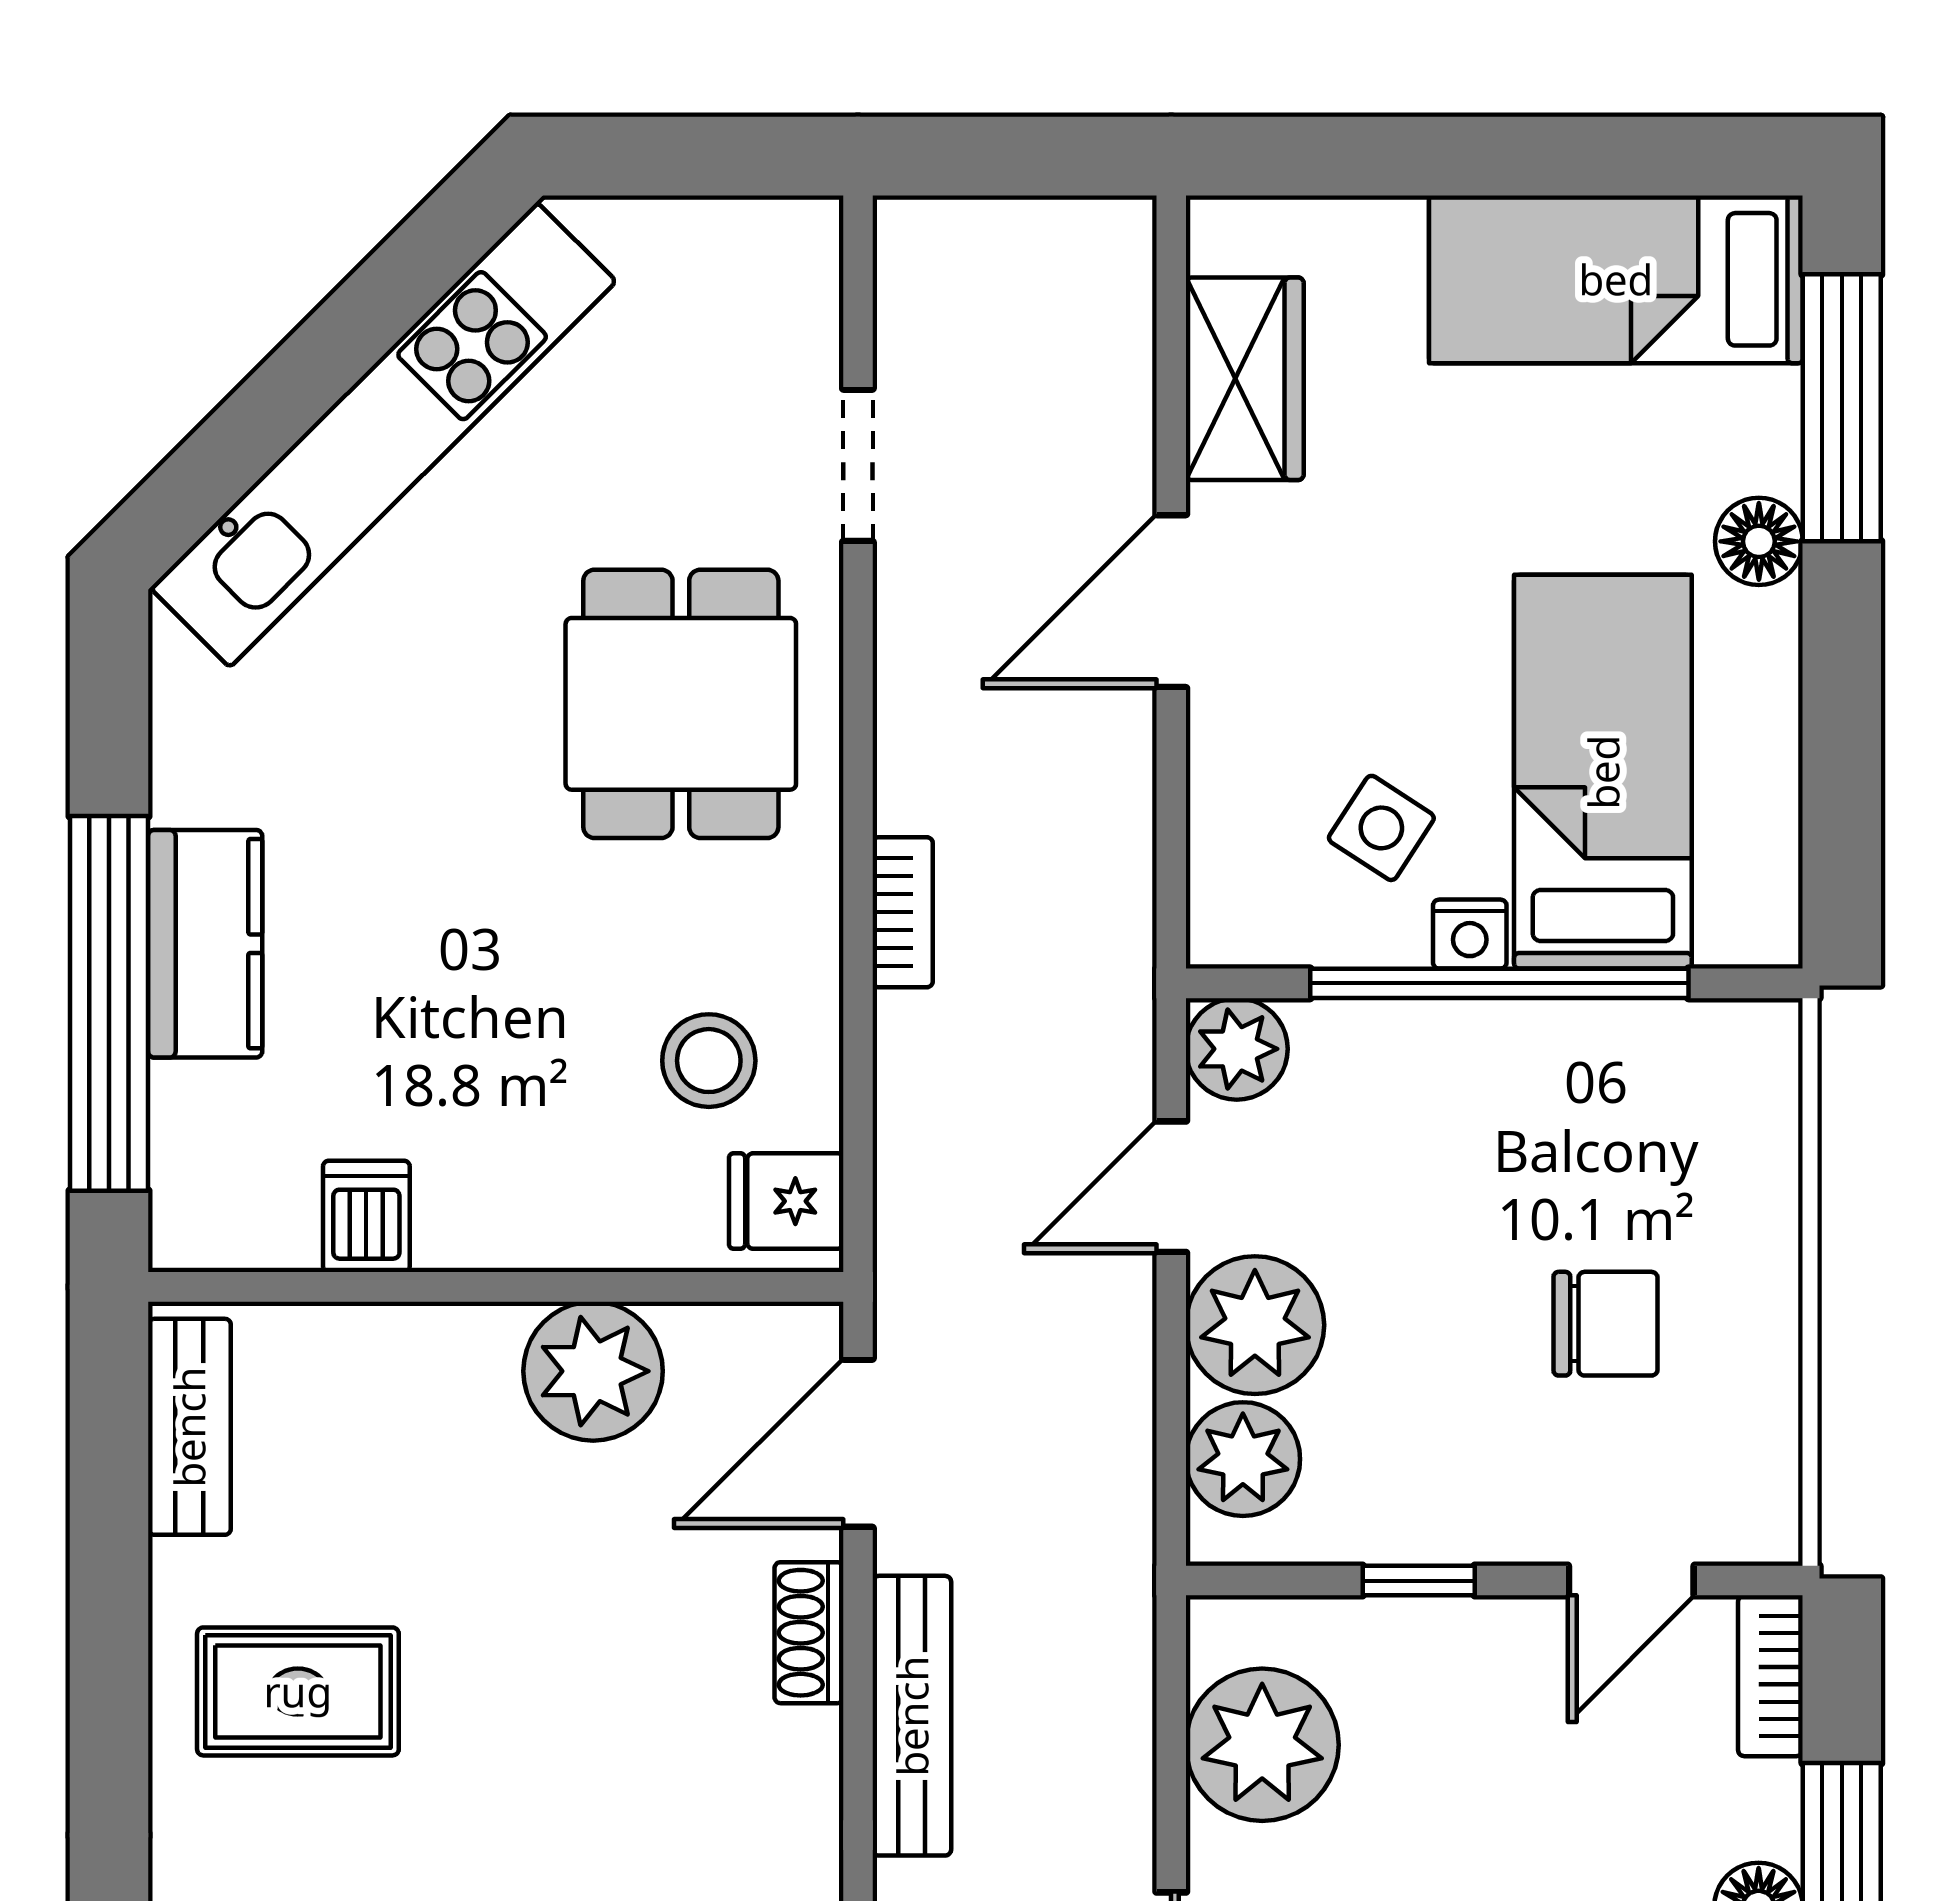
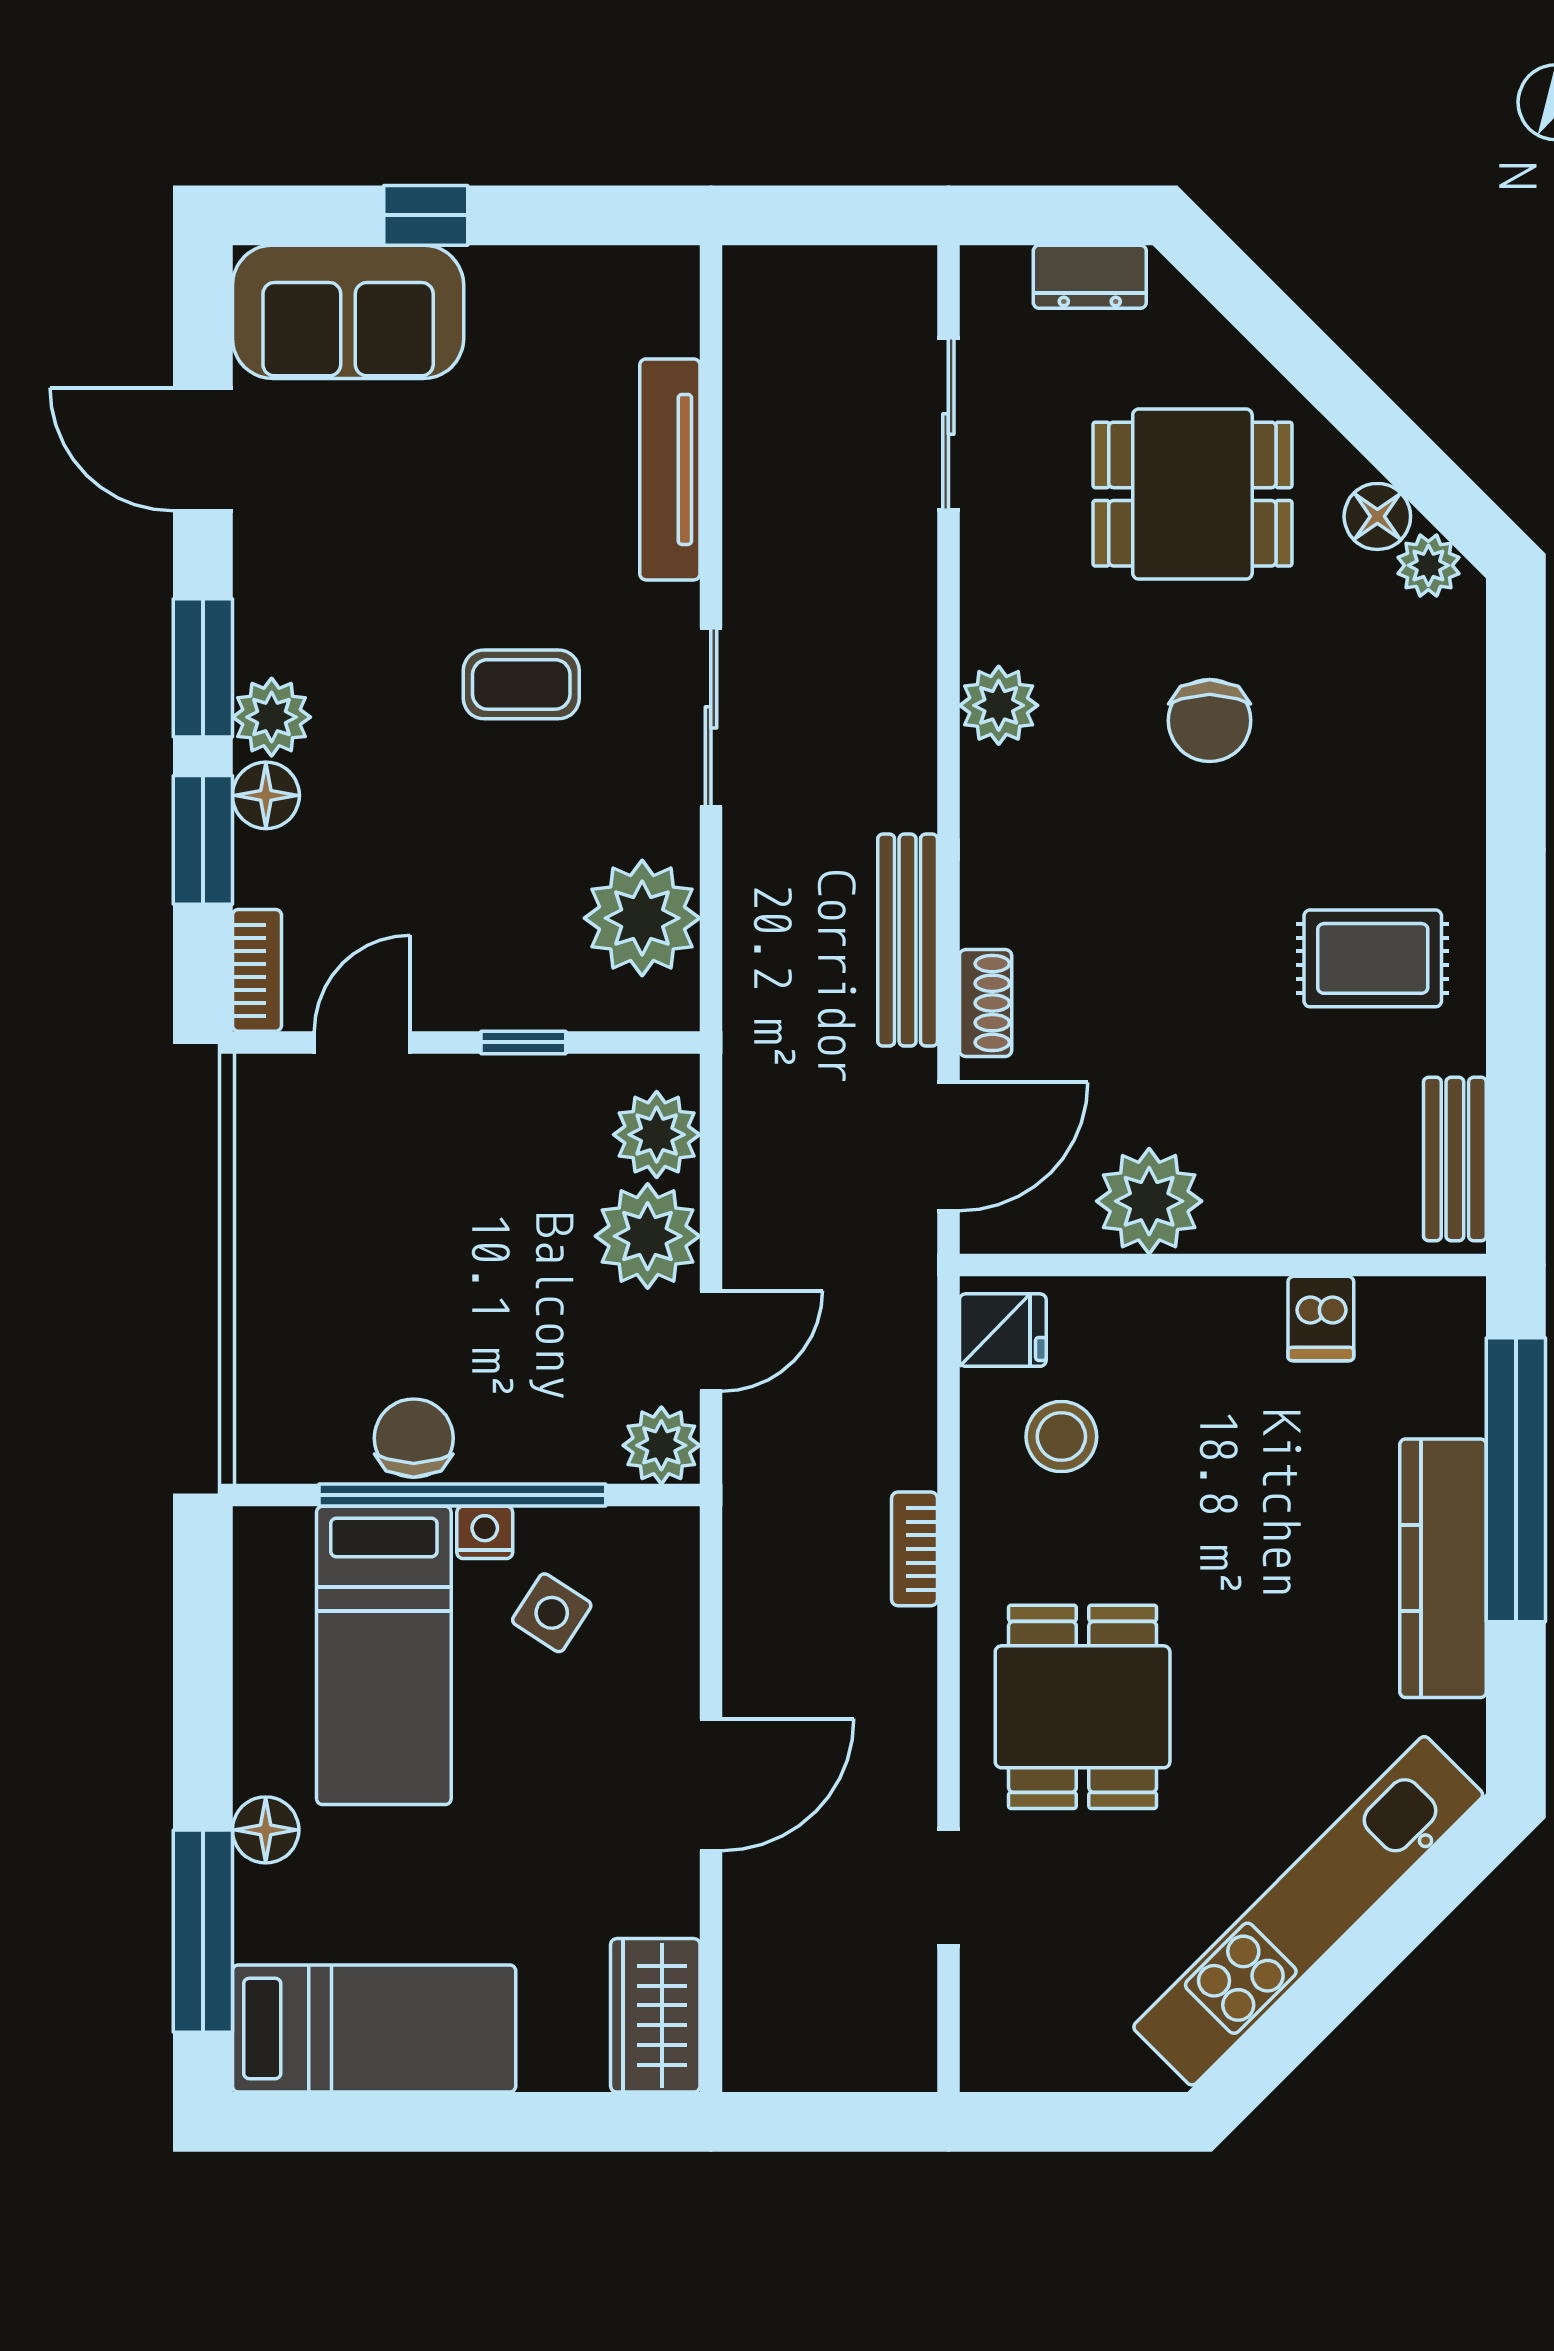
wardrobe: (1245, 379) -> (655, 2015), moved
kitchen counter: (205, 944) -> (1443, 1568), width x1.50
chair: (1606, 1324) -> (414, 1438), moved, turned 90

